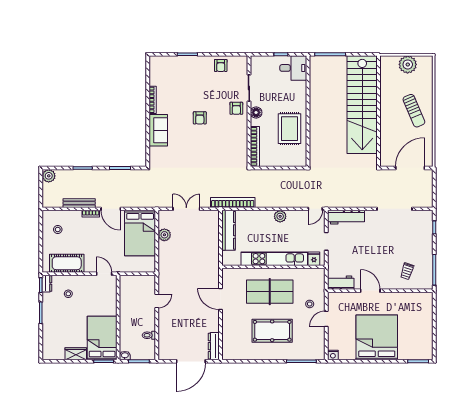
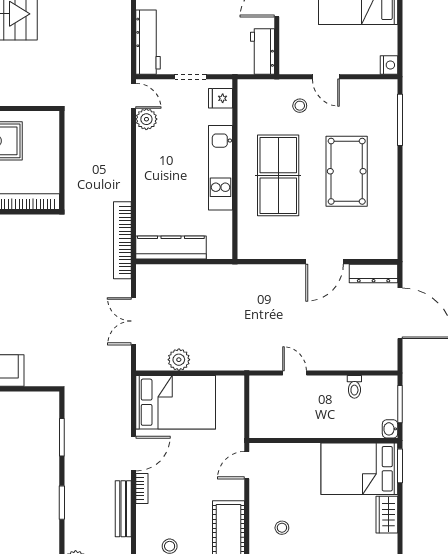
plant: (280, 216) -> (146, 119), moved
kitchen unit: (274, 259) -> (221, 168), width x0.73
door: (220, 299) -> (325, 262), moved

